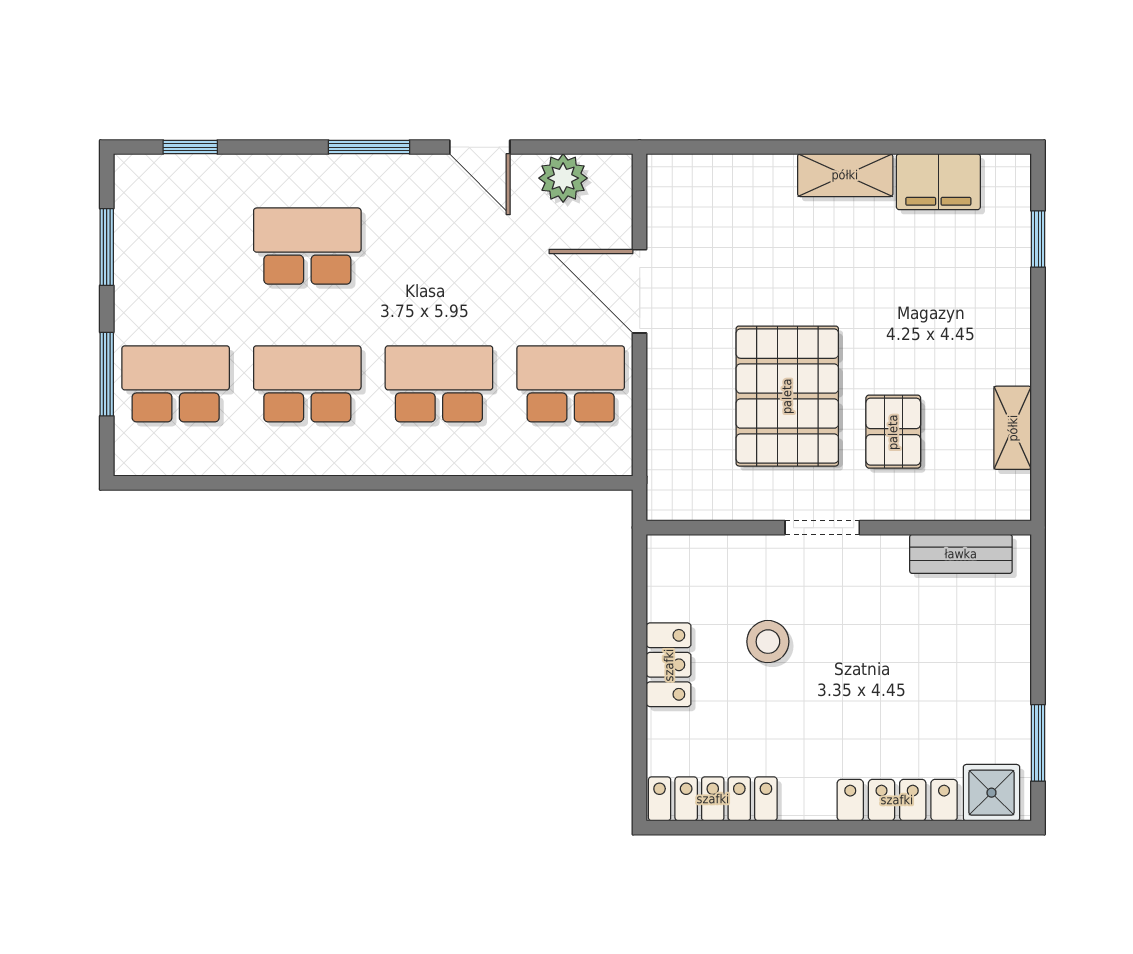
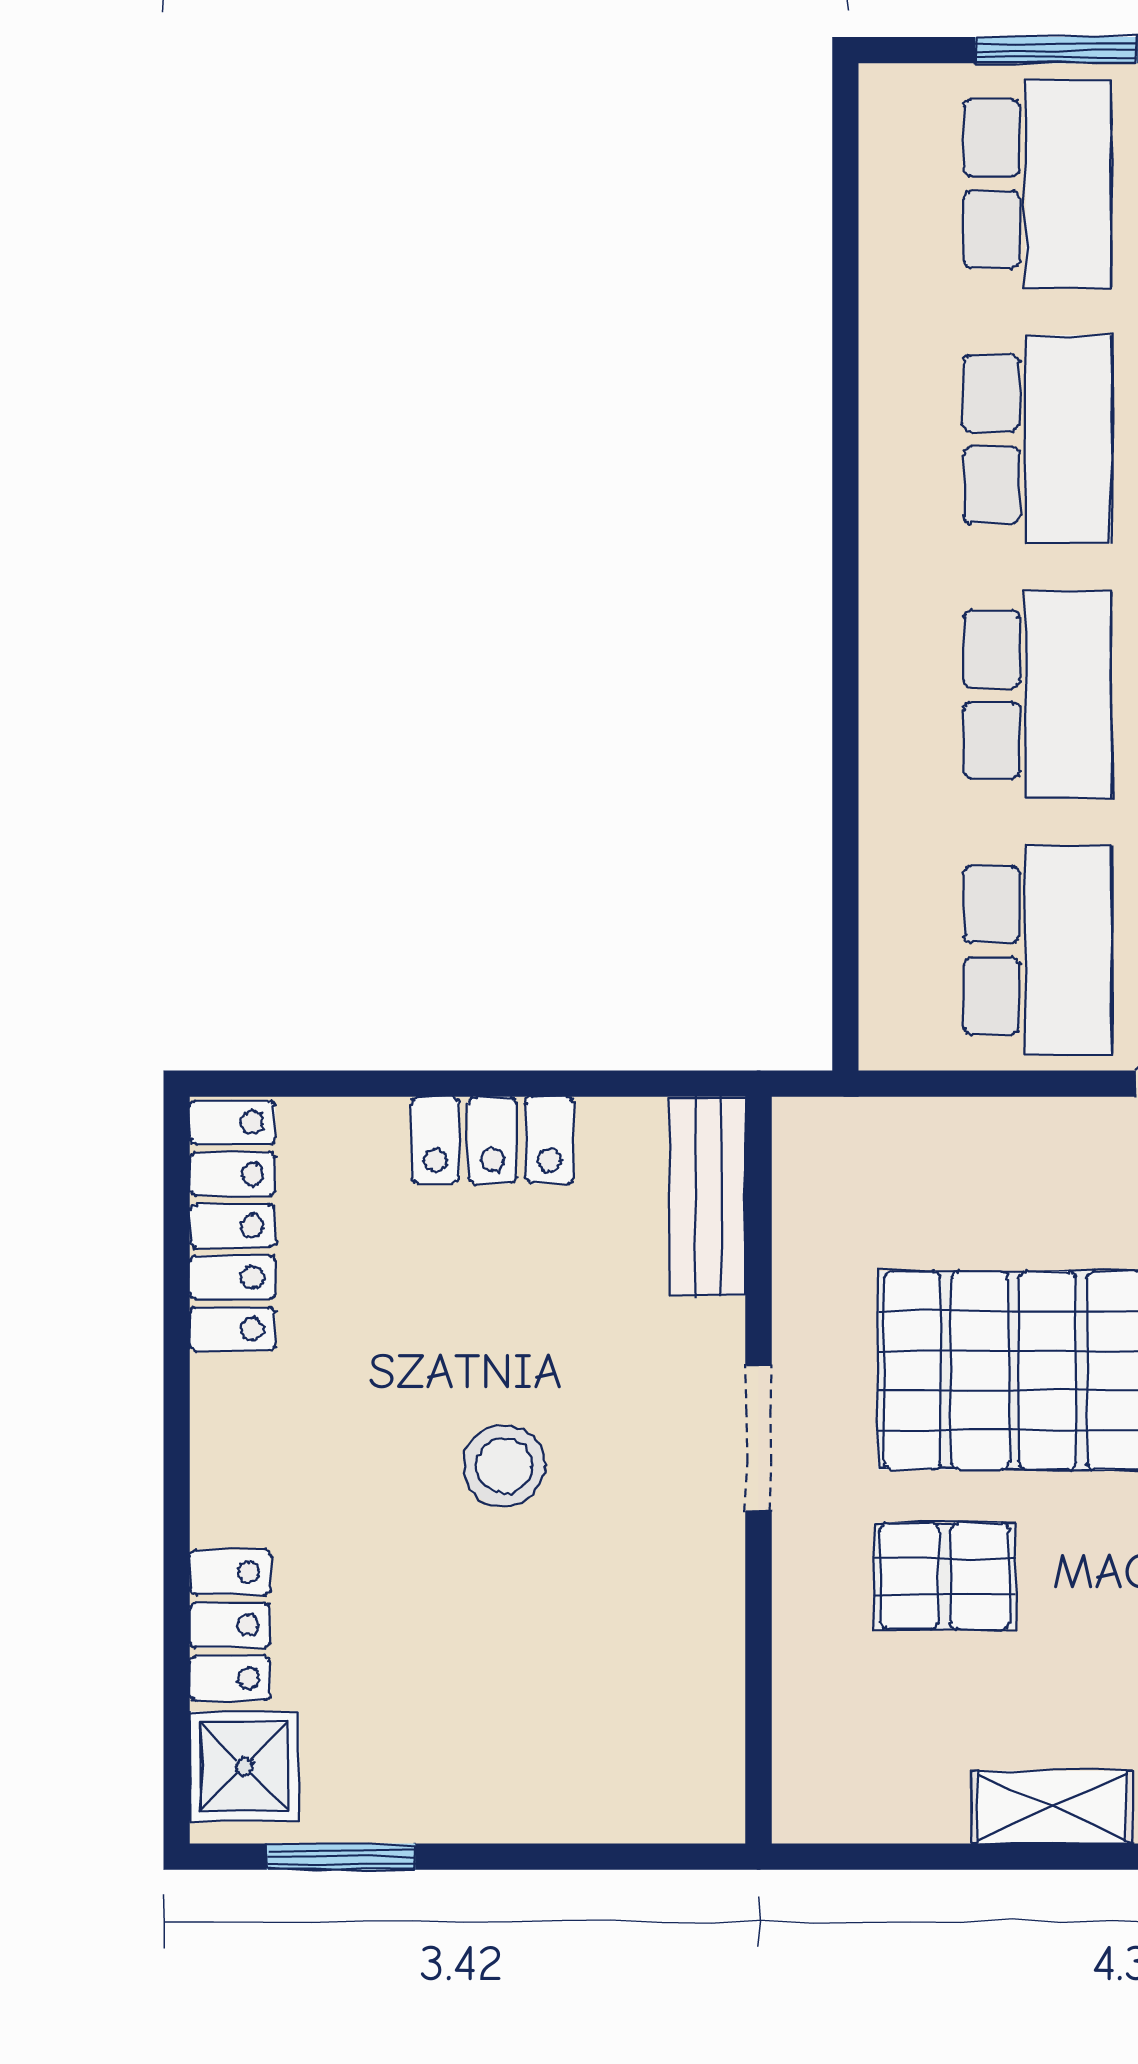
shelving: (1013, 428) -> (1052, 1807), moved
bench: (961, 554) -> (708, 1196), moved
stool: (768, 642) -> (504, 1466), moved
locker: (897, 800) -> (230, 1625), width x0.66

